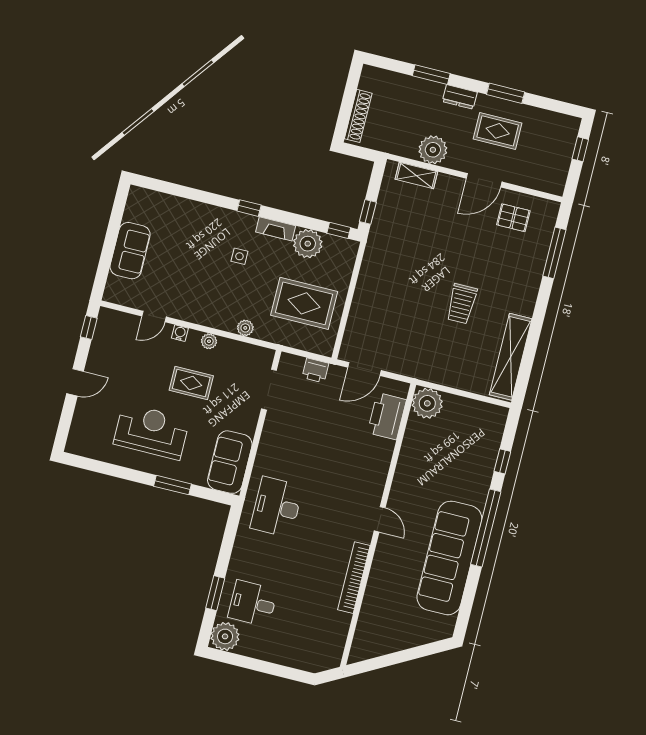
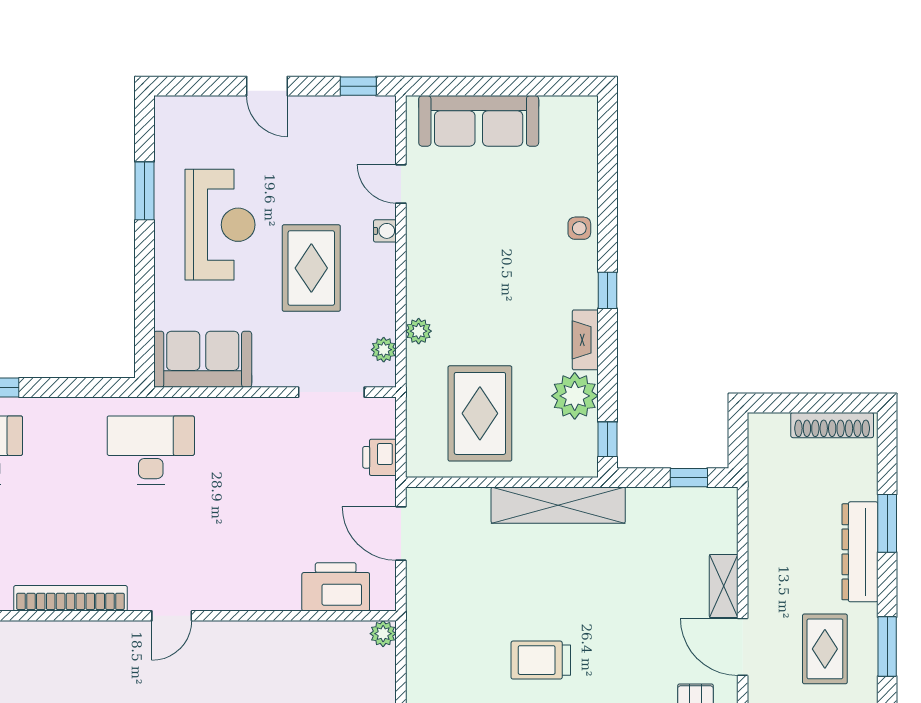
dresser: (460, 97) -> (860, 552), width x1.96, depth x1.24
shoe rack: (358, 116) -> (832, 425), moved
plant: (433, 150) -> (770, 555), removed
shelving: (416, 175) -> (724, 586), moved
window: (368, 212) -> (689, 478), moved
sofa: (130, 251) -> (479, 121), width x1.36
side table: (239, 256) -> (579, 228), moved
shelving: (371, 270) -> (558, 505), added
plant: (209, 341) -> (384, 350), moved
rug: (191, 383) -> (311, 268), width x1.36, depth x1.43
plant: (427, 403) -> (383, 634), width x0.53, depth x0.53
window: (173, 485) -> (145, 191), moved

